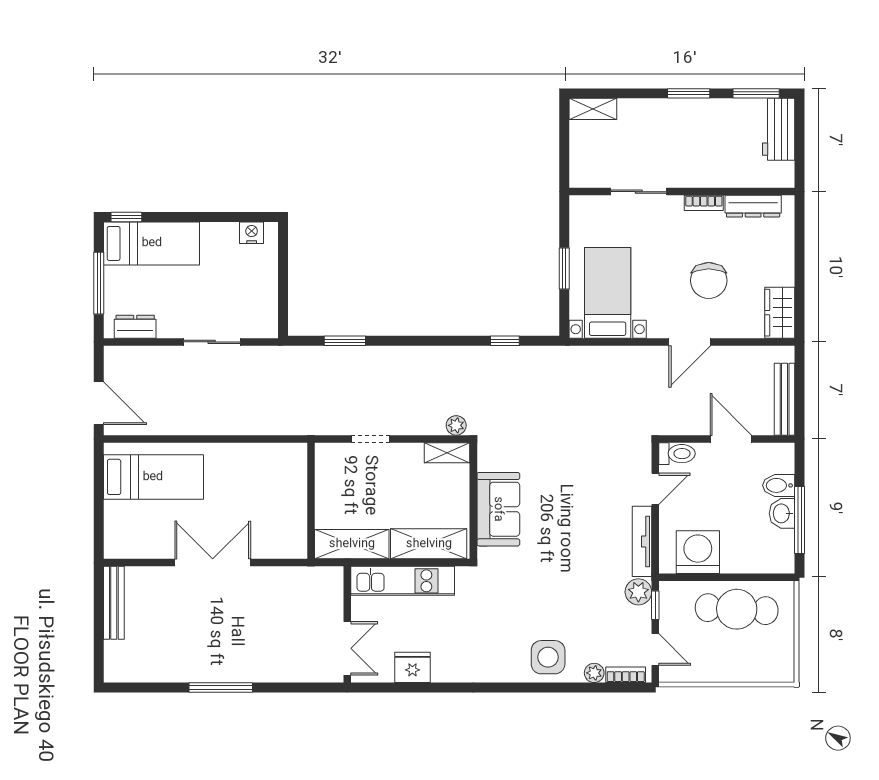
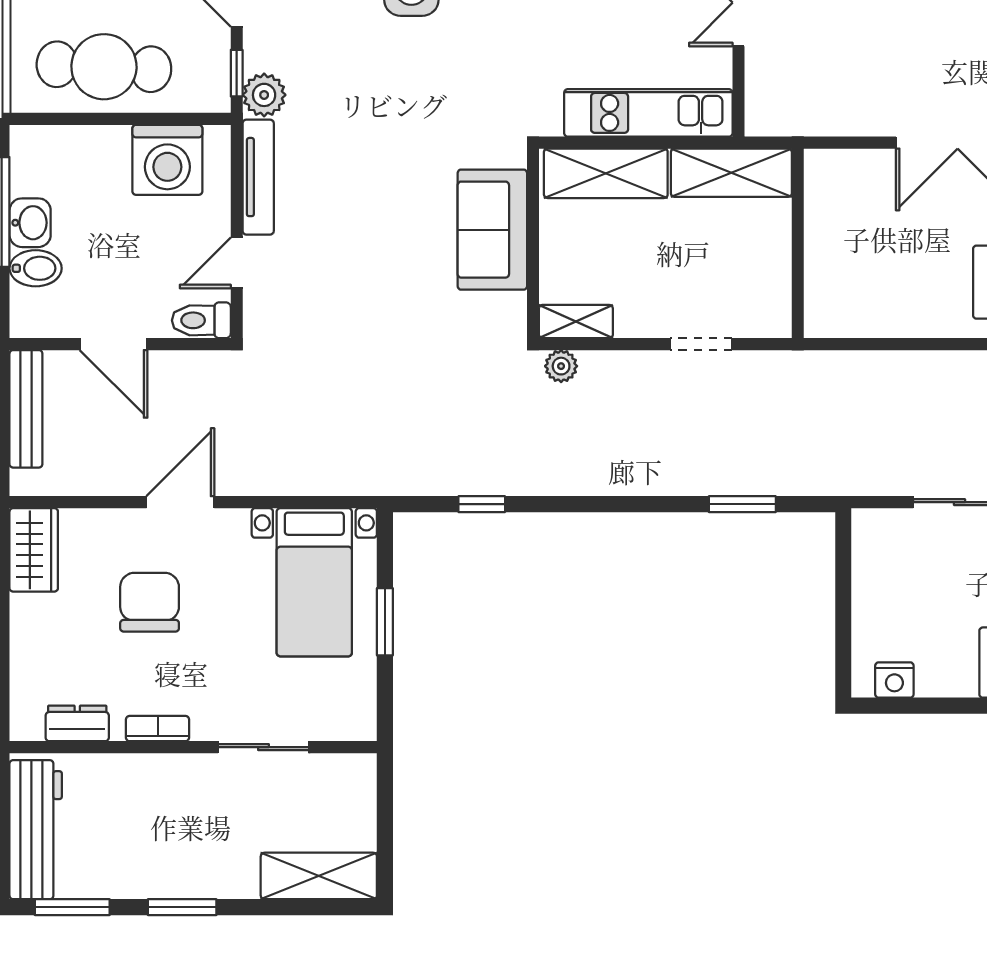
shelving: (593, 109) -> (319, 876), width x1.50, depth x1.33
workbench: (779, 129) -> (36, 830), width x1.38
dresser: (753, 206) -> (77, 723), width x0.70

